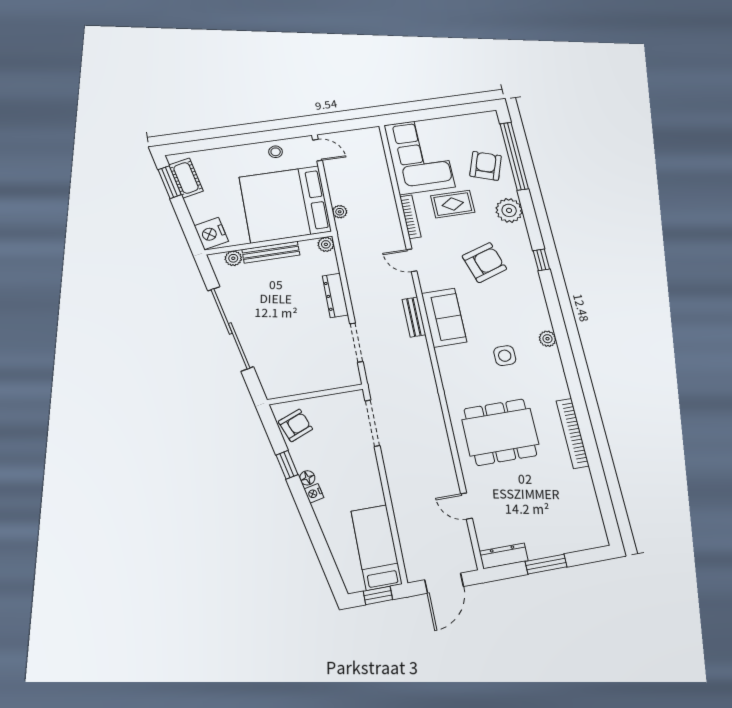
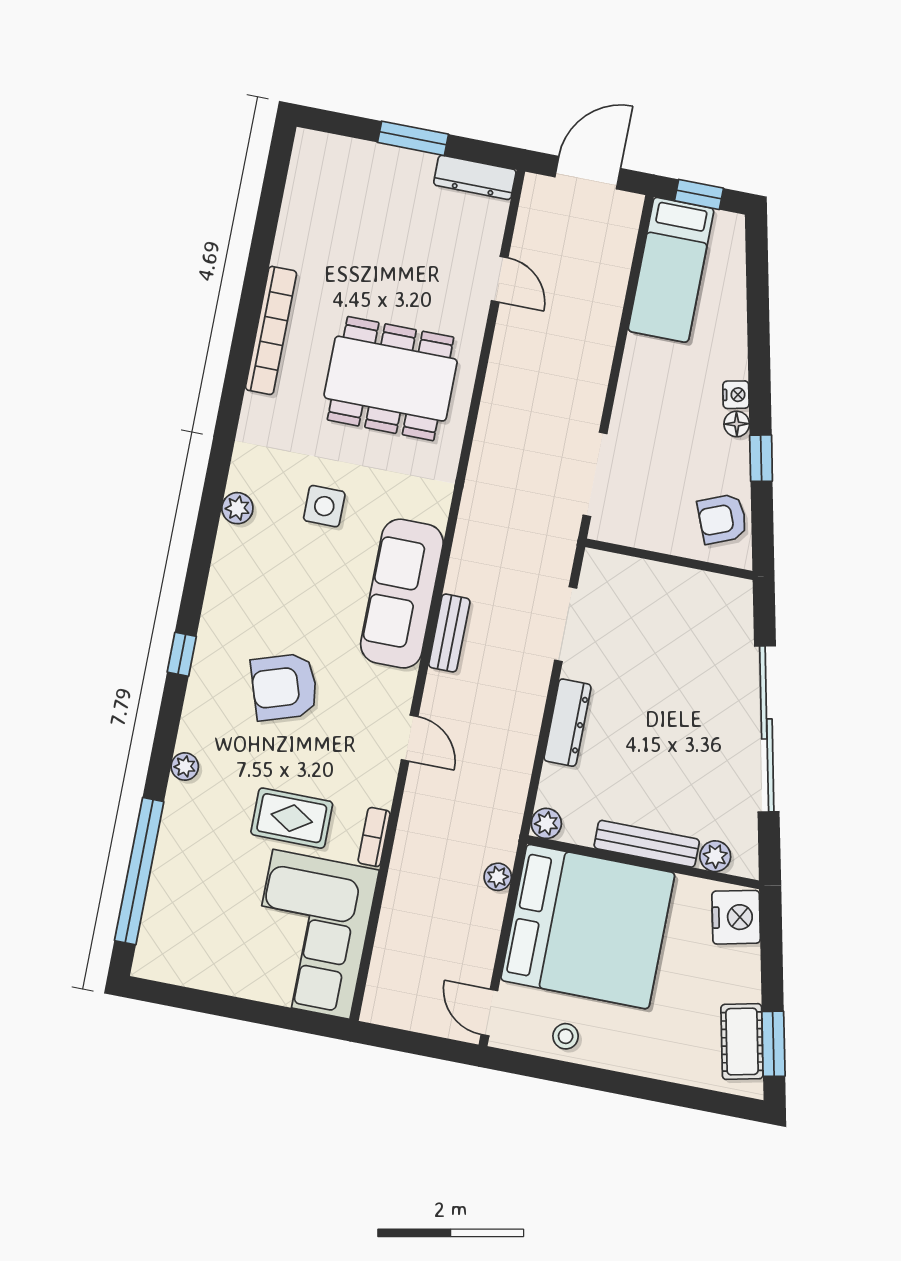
armchair: (486, 166) -> (200, 871), removed
plant: (509, 210) -> (185, 766), width x0.53, depth x0.53
bookcase: (410, 217) -> (374, 837), width x0.64
sofa: (444, 318) -> (402, 594), width x1.36

